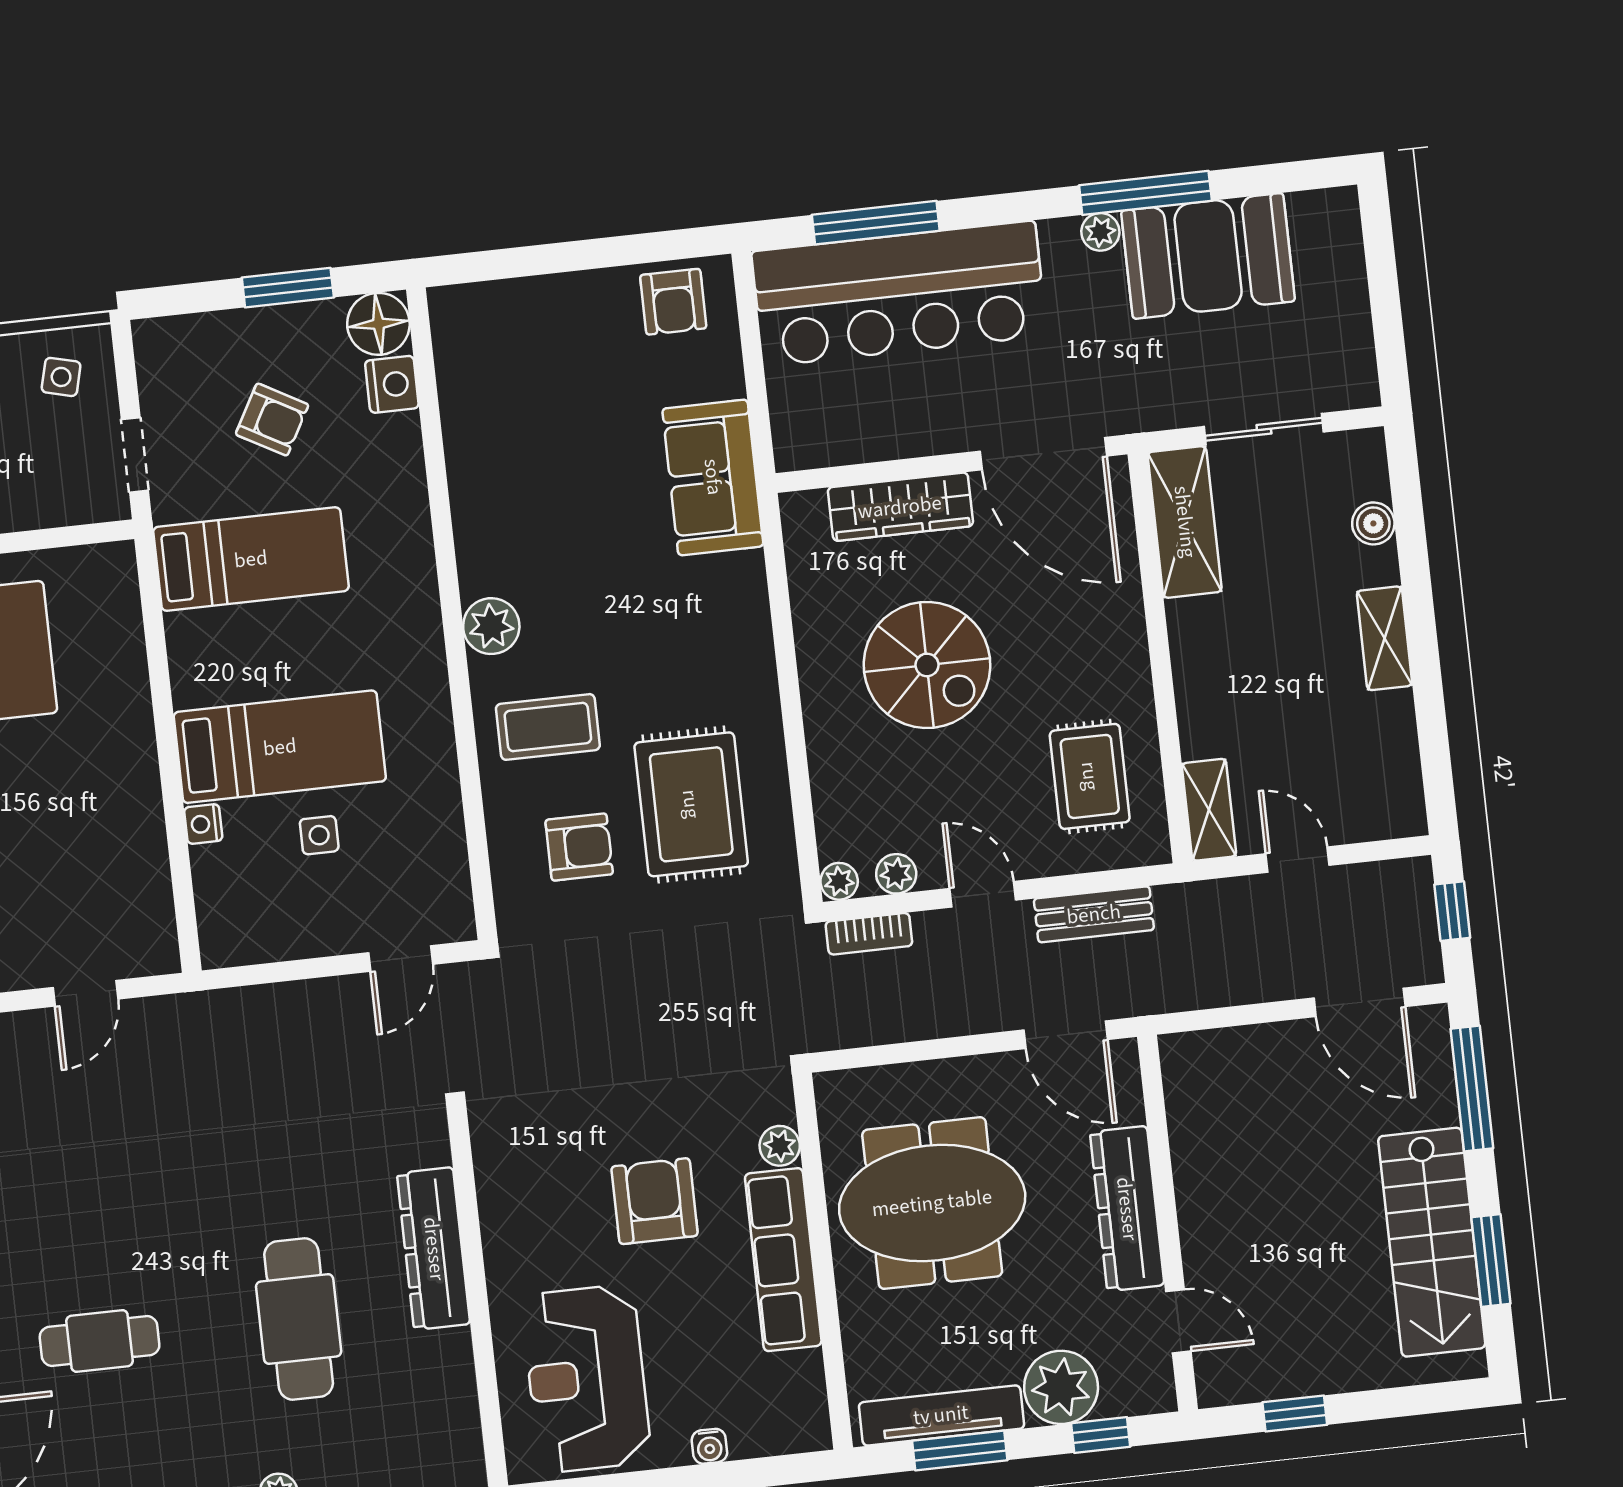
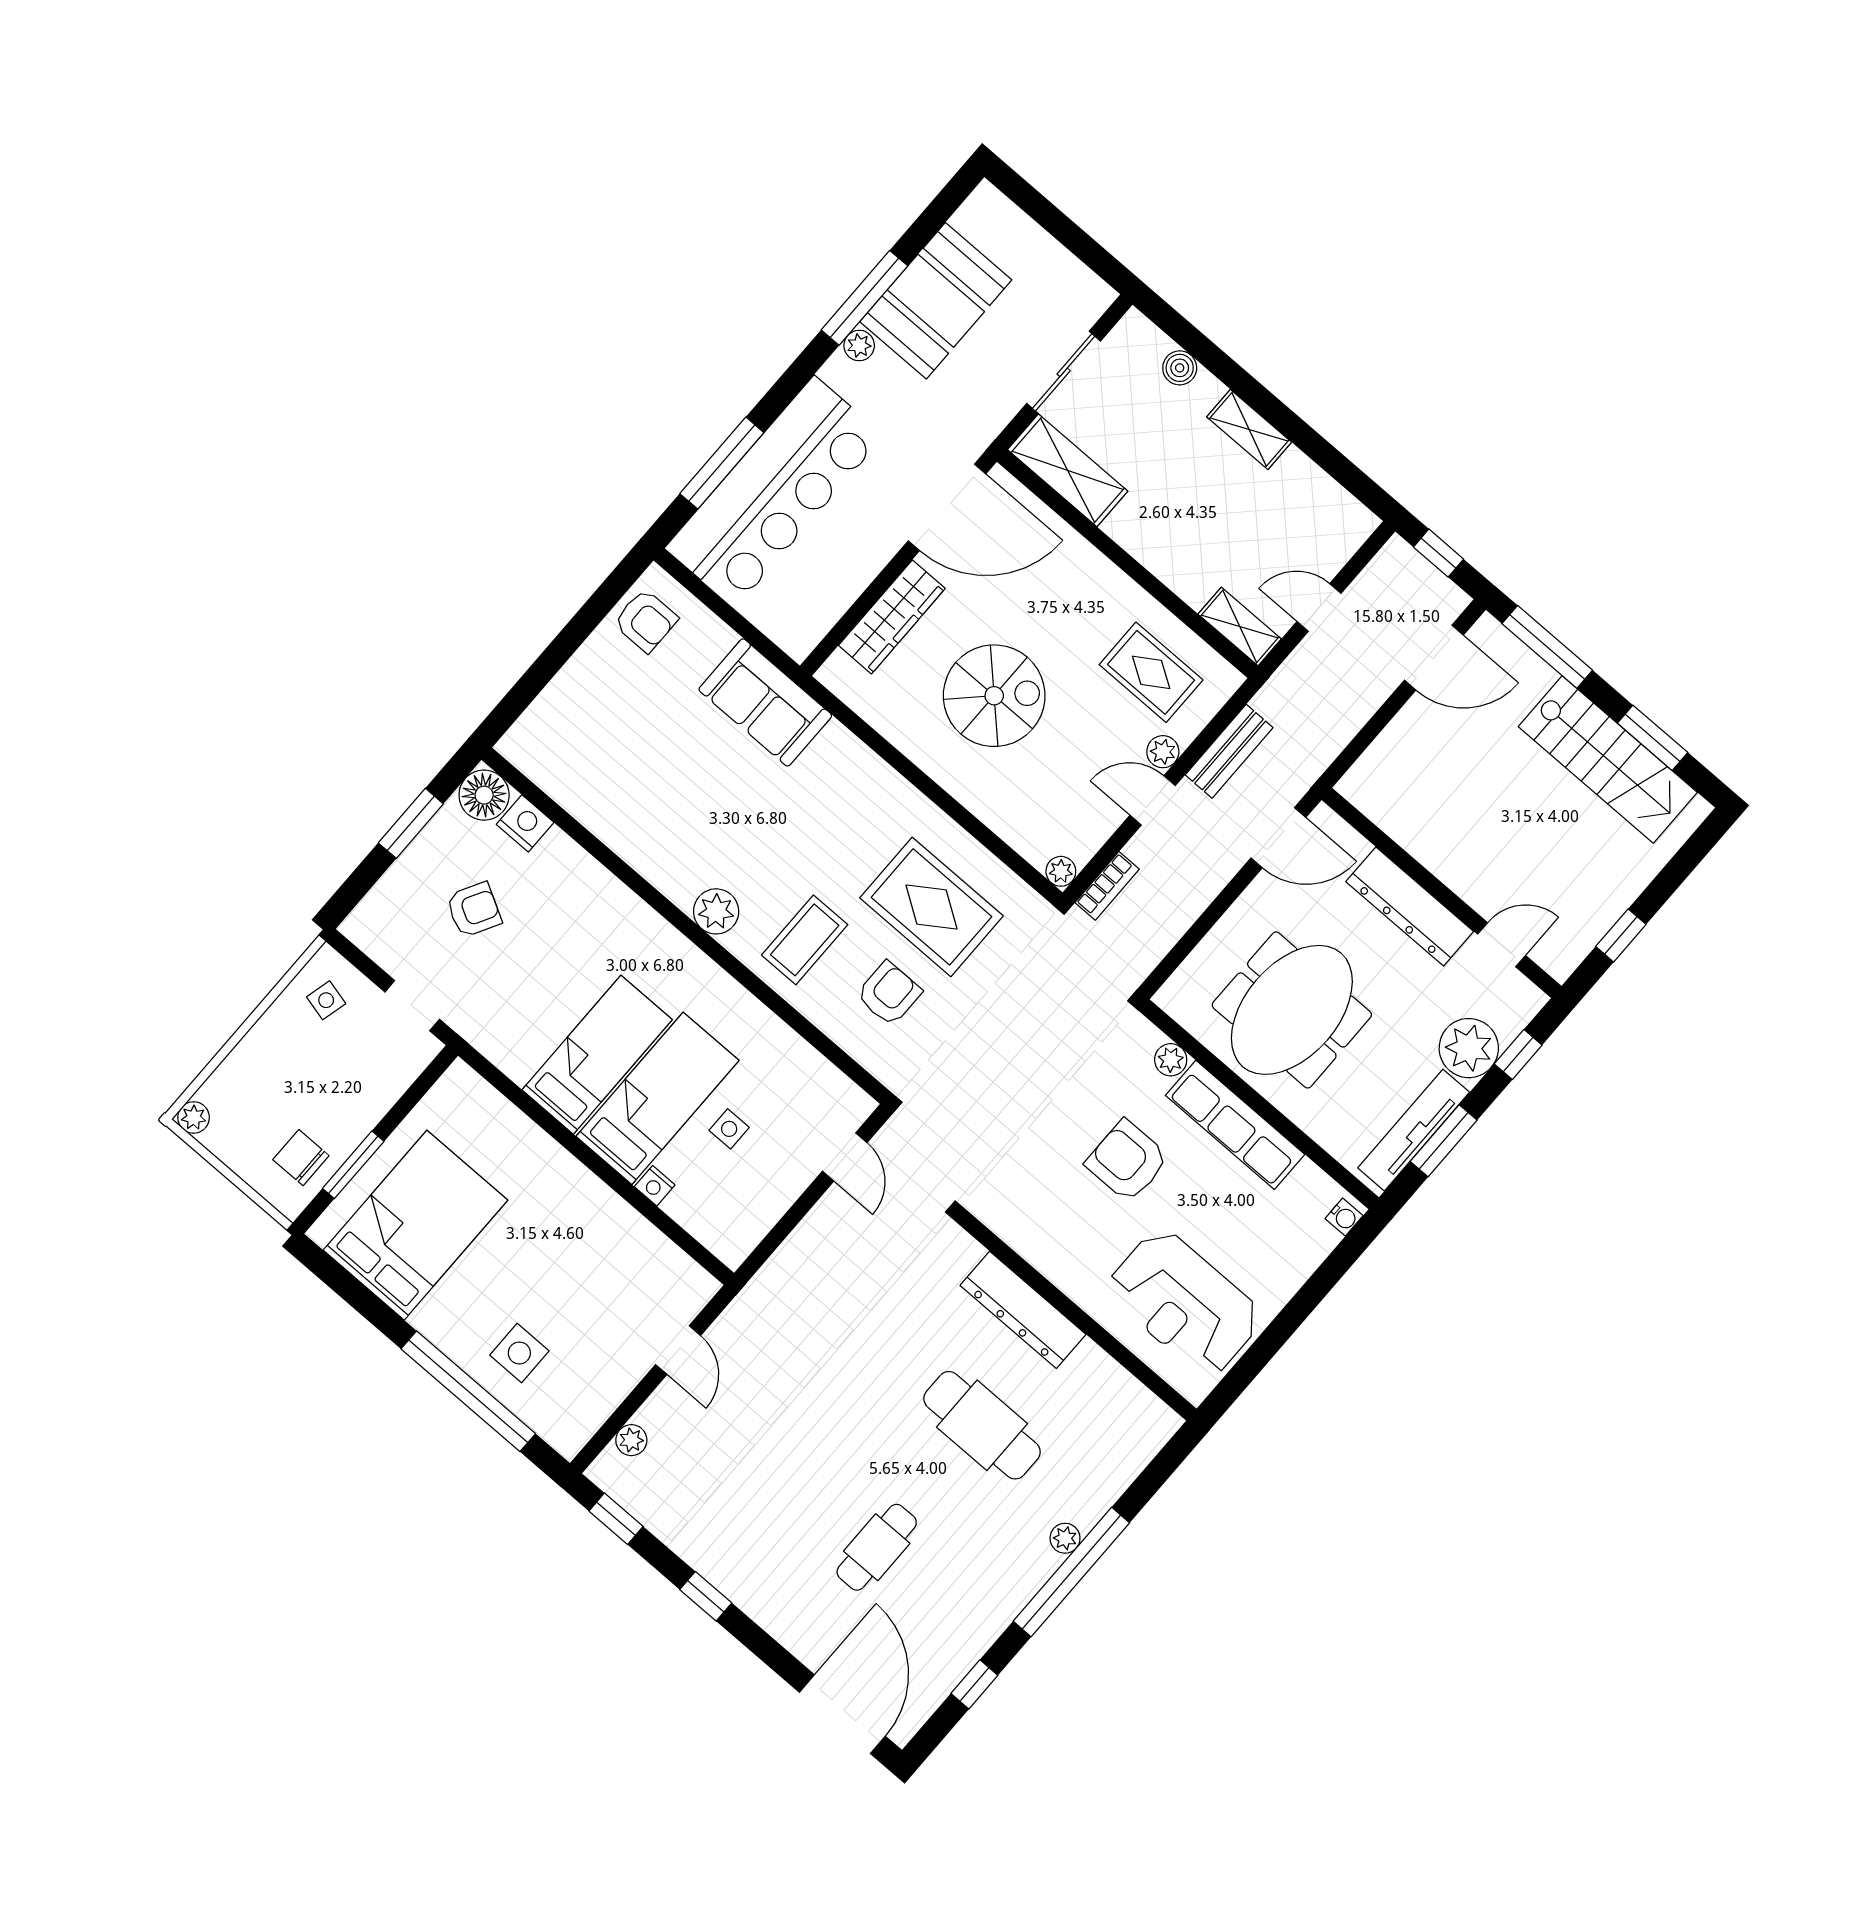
bed: (251, 559) -> (597, 1055), moved
plant: (896, 874) -> (1163, 752), moved
water cooler: (709, 1446) -> (1344, 1217), moved

